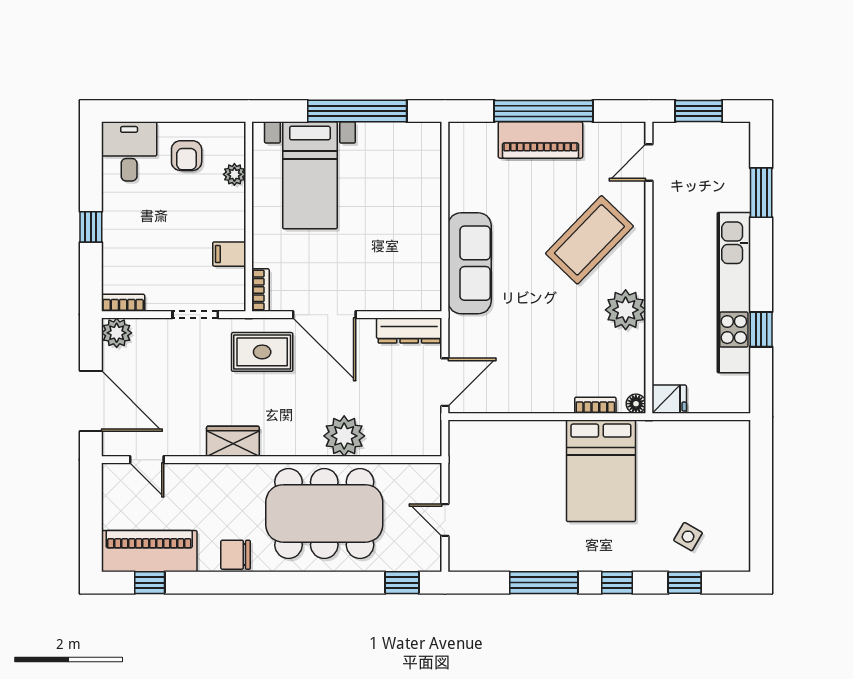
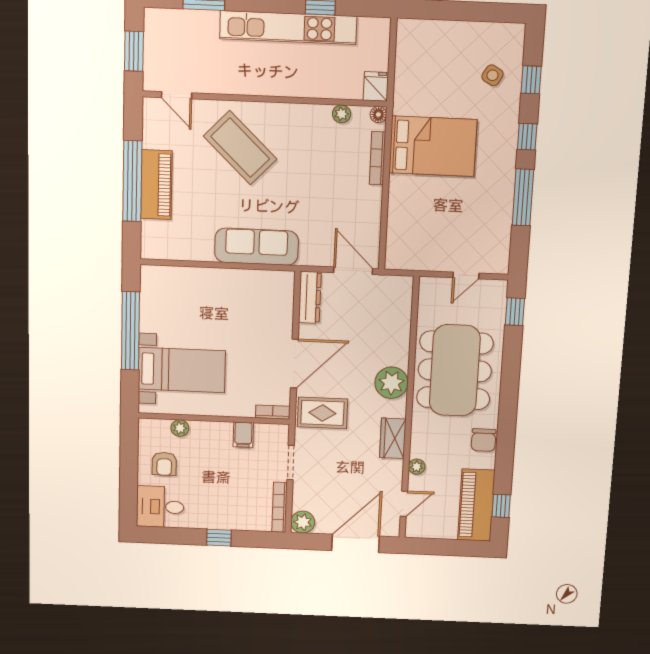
armchair: (187, 156) -> (164, 464), turned 90
bookcase: (123, 303) -> (280, 507), width x1.56
plant: (626, 310) -> (342, 114), moved, width x0.53, depth x0.53
rug: (262, 352) -> (322, 413), turned 90
bookcase: (595, 405) -> (378, 158), width x1.56
plant: (344, 436) -> (391, 383), moved
plant: (197, 473) -> (417, 467), added

